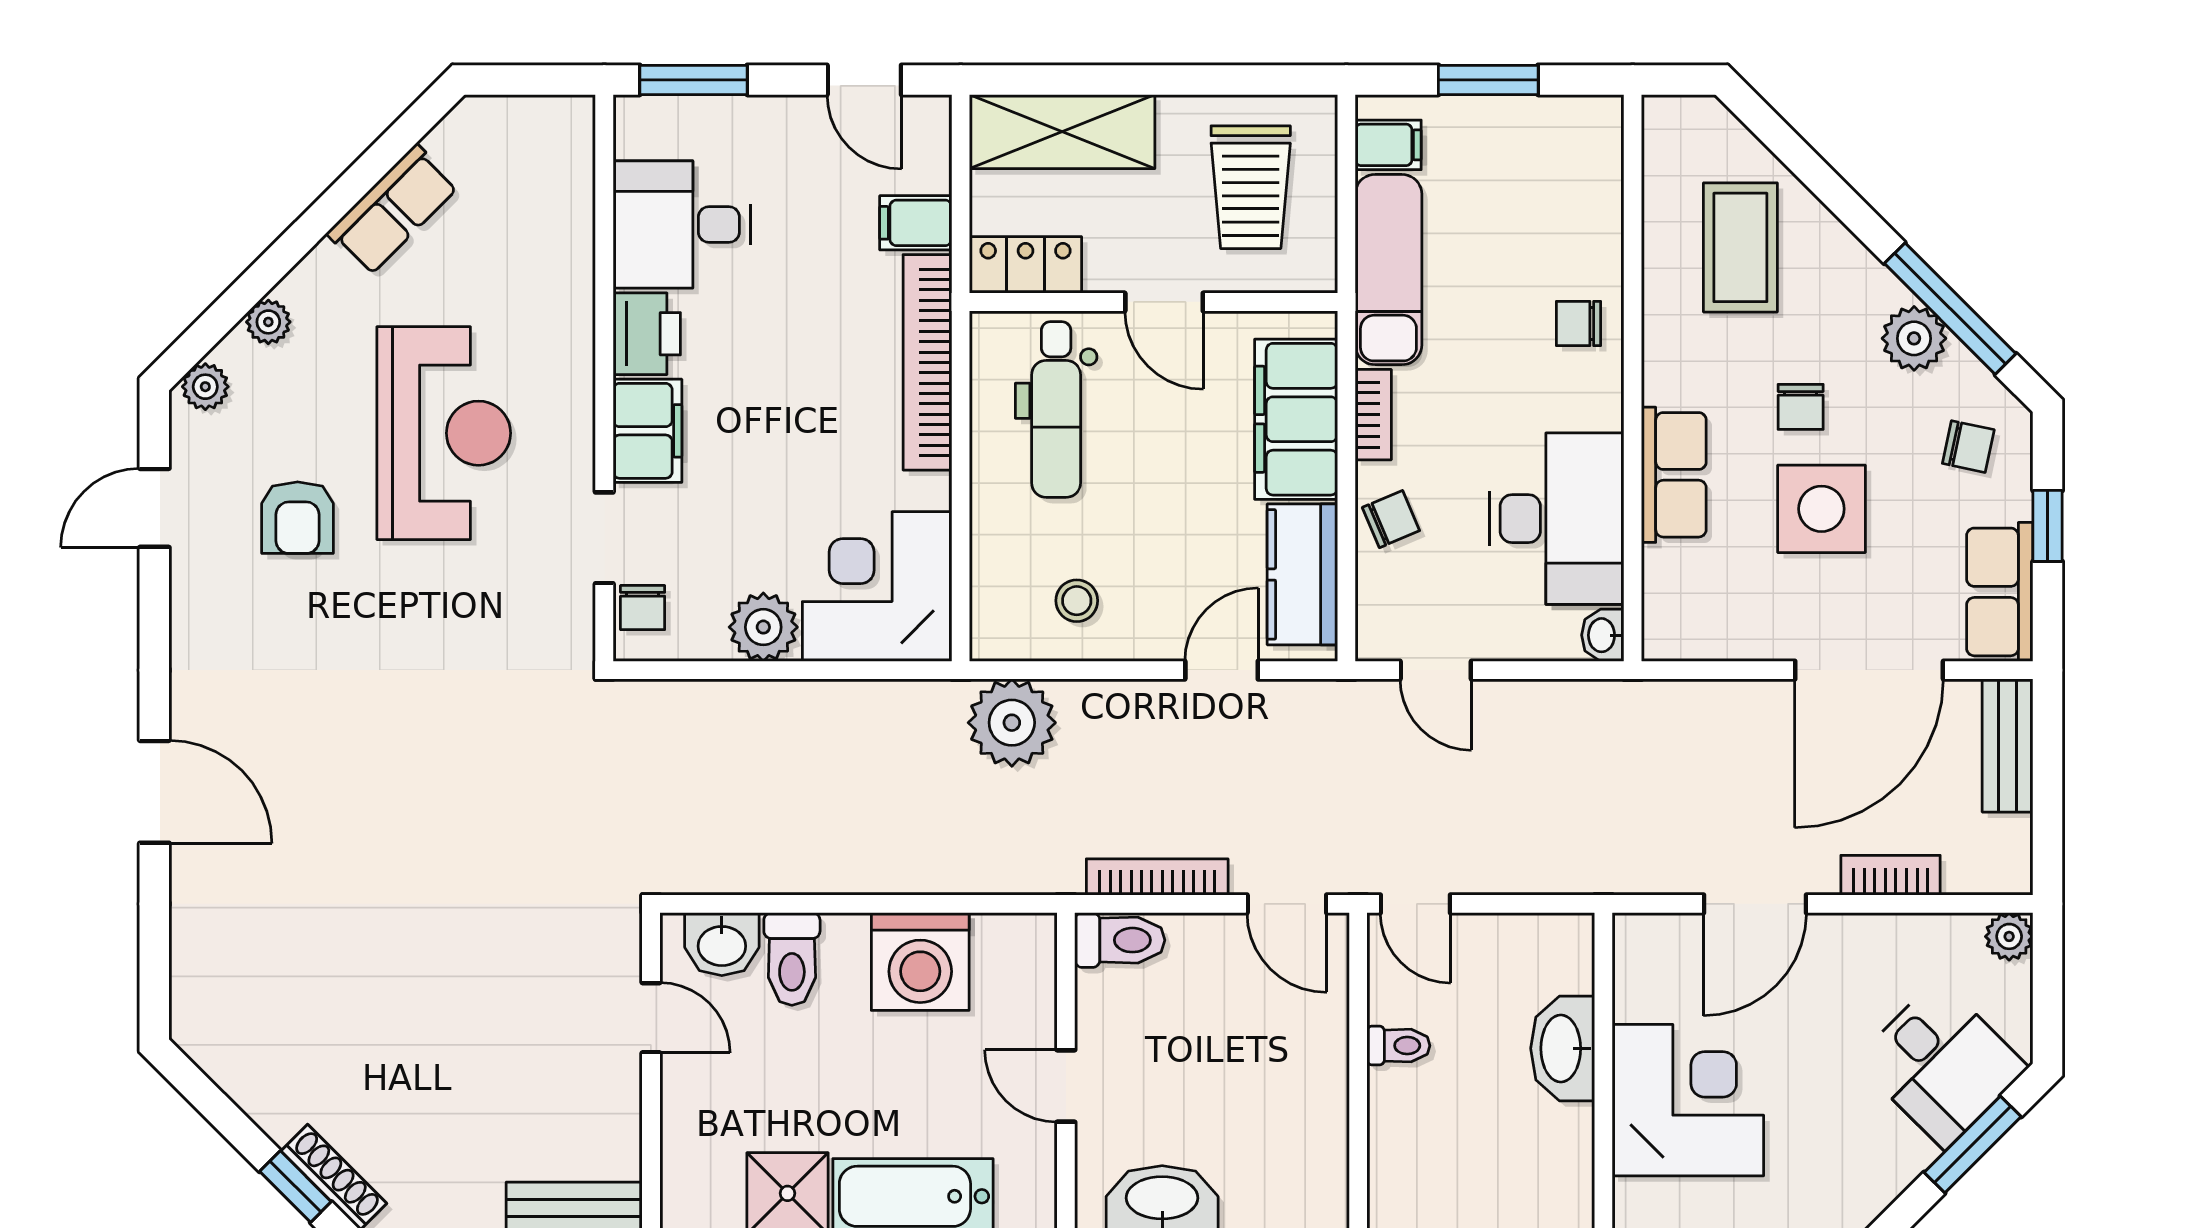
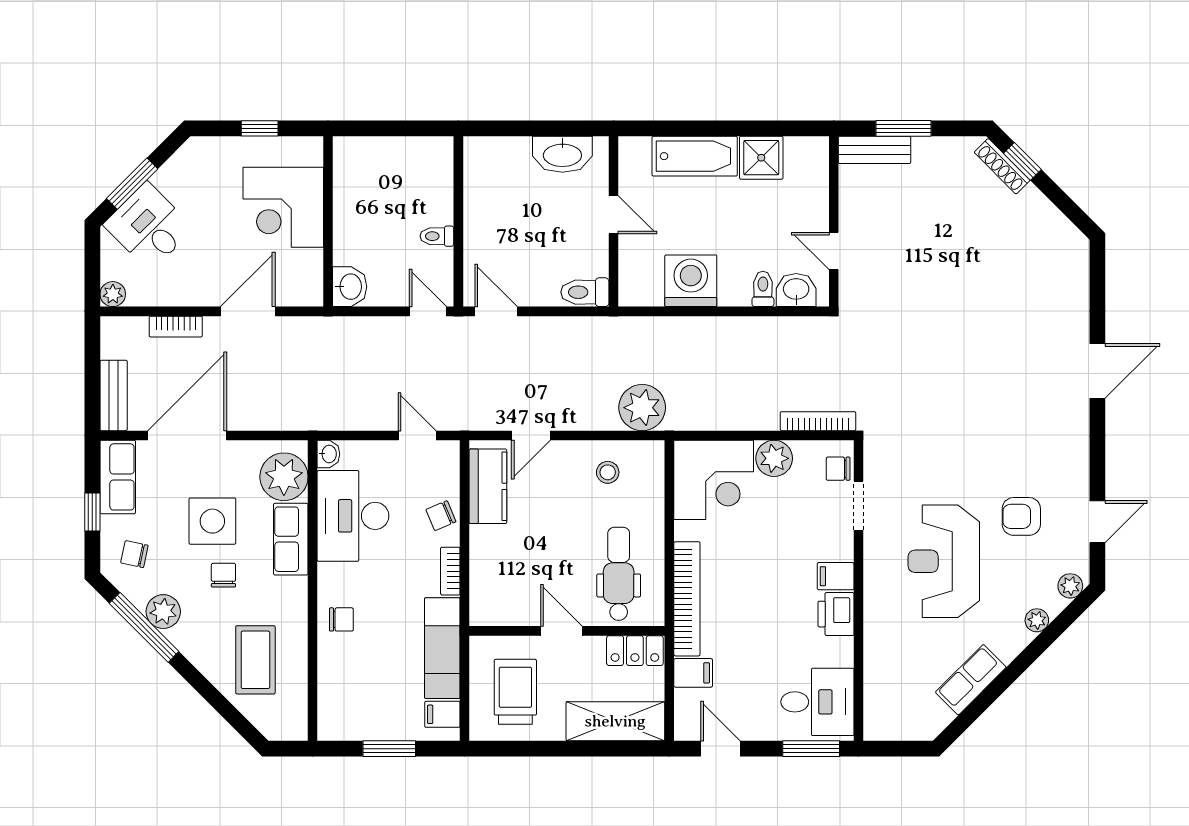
desk: (682, 225) -> (817, 702), moved
filing cabinet: (1296, 419) -> (491, 569), removed
filing cabinet: (647, 431) -> (836, 576), width x0.50
armchair: (298, 518) -> (1021, 516), turned -90
plant: (1687, 592) -> (284, 477), added
chair: (643, 608) -> (838, 469), turned -90
door: (154, 792) -> (1097, 371), swing flipped
bookcase: (1157, 877) -> (818, 421), moved, turned 180
toilet: (792, 959) -> (763, 289), width x0.73, depth x0.72
washbasin: (1563, 1048) -> (350, 287), moved, width x0.72

